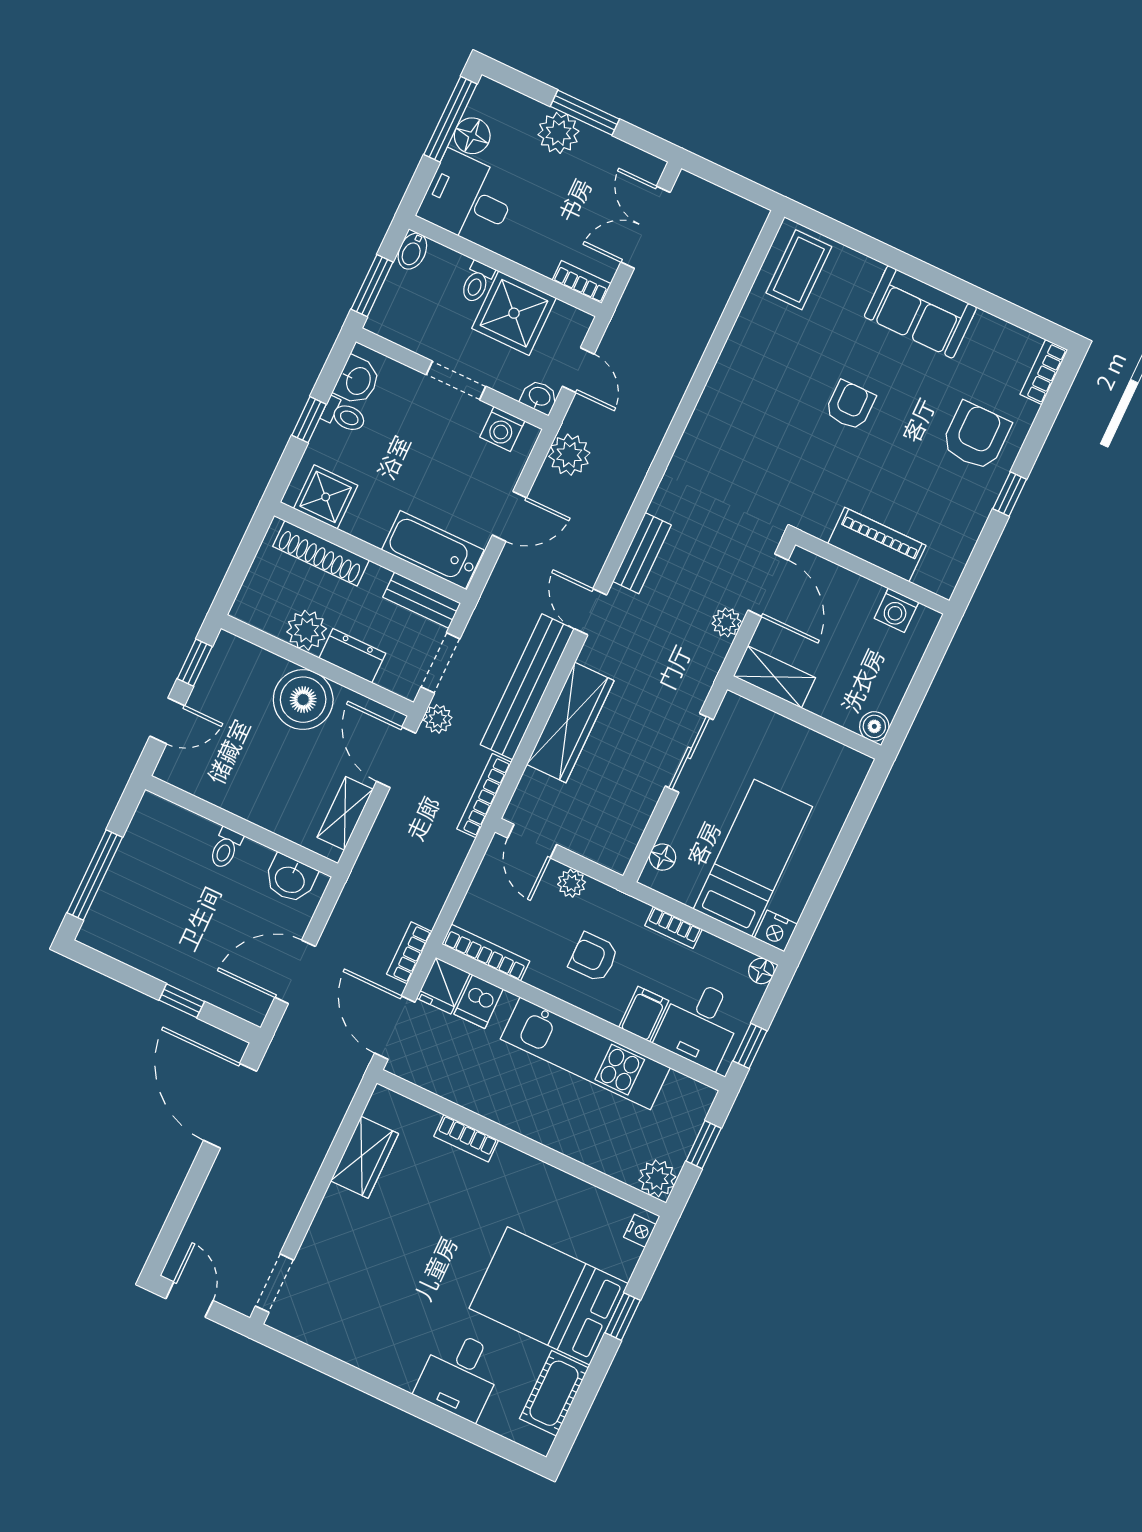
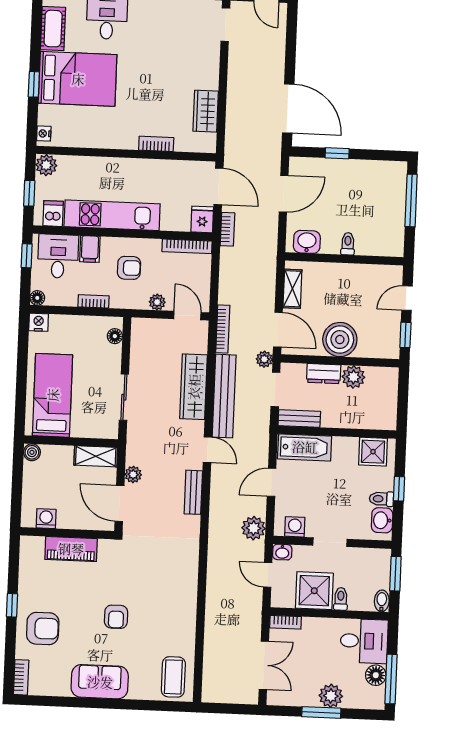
armchair: (976, 436) -> (43, 628), turned -90
shoe rack: (321, 553) -> (363, 421), removed
bed: (753, 858) -> (53, 395), moved, turned 180
dishwasher: (479, 1002) -> (53, 214), moved

